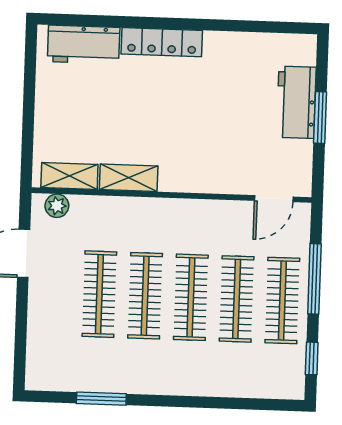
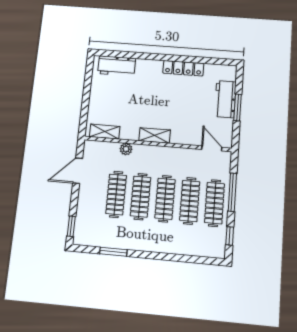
locker: (162, 42) -> (183, 68), moved
shelving: (129, 178) -> (155, 135), moved
door: (274, 199) -> (212, 148), swing flipped
plant: (57, 206) -> (126, 149), moved
window: (20, 357) -> (71, 226), added

